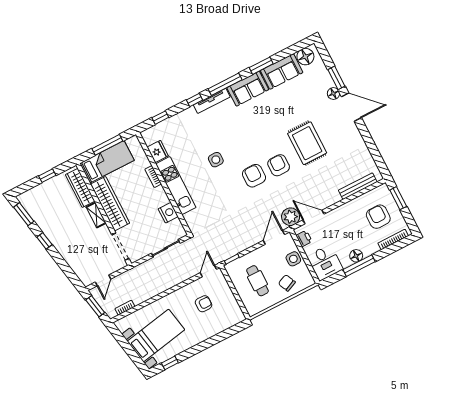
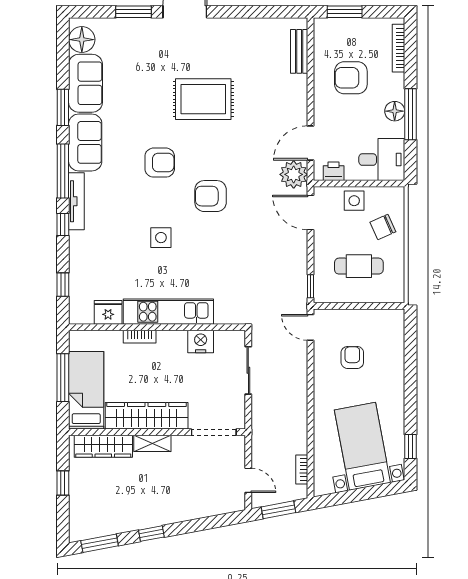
floor lamp: (333, 94) -> (153, 27), removed
armchair: (279, 165) -> (160, 163), moved, turned 180
bench: (358, 186) -> (299, 51), width x0.73
armchair: (378, 217) -> (351, 78), moved

